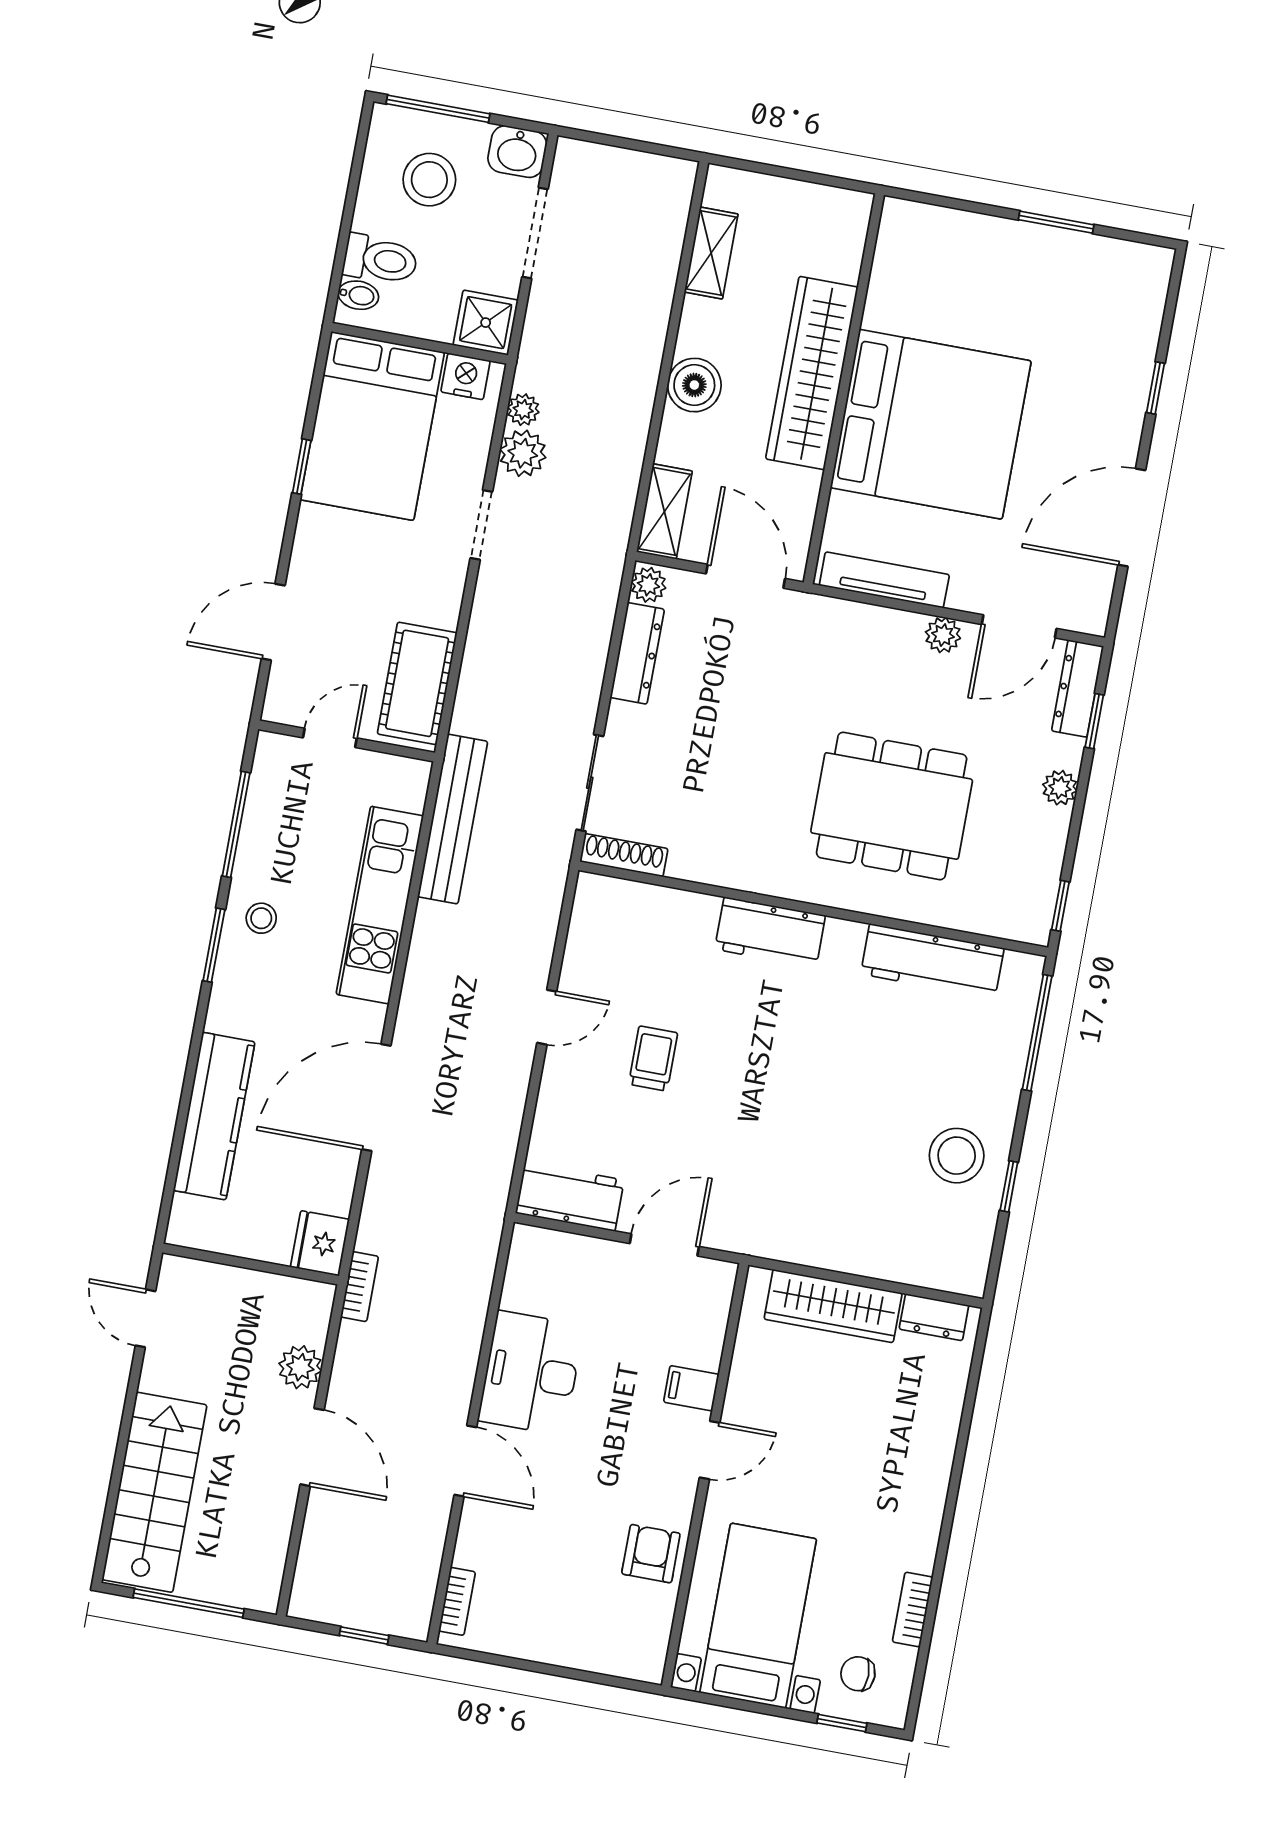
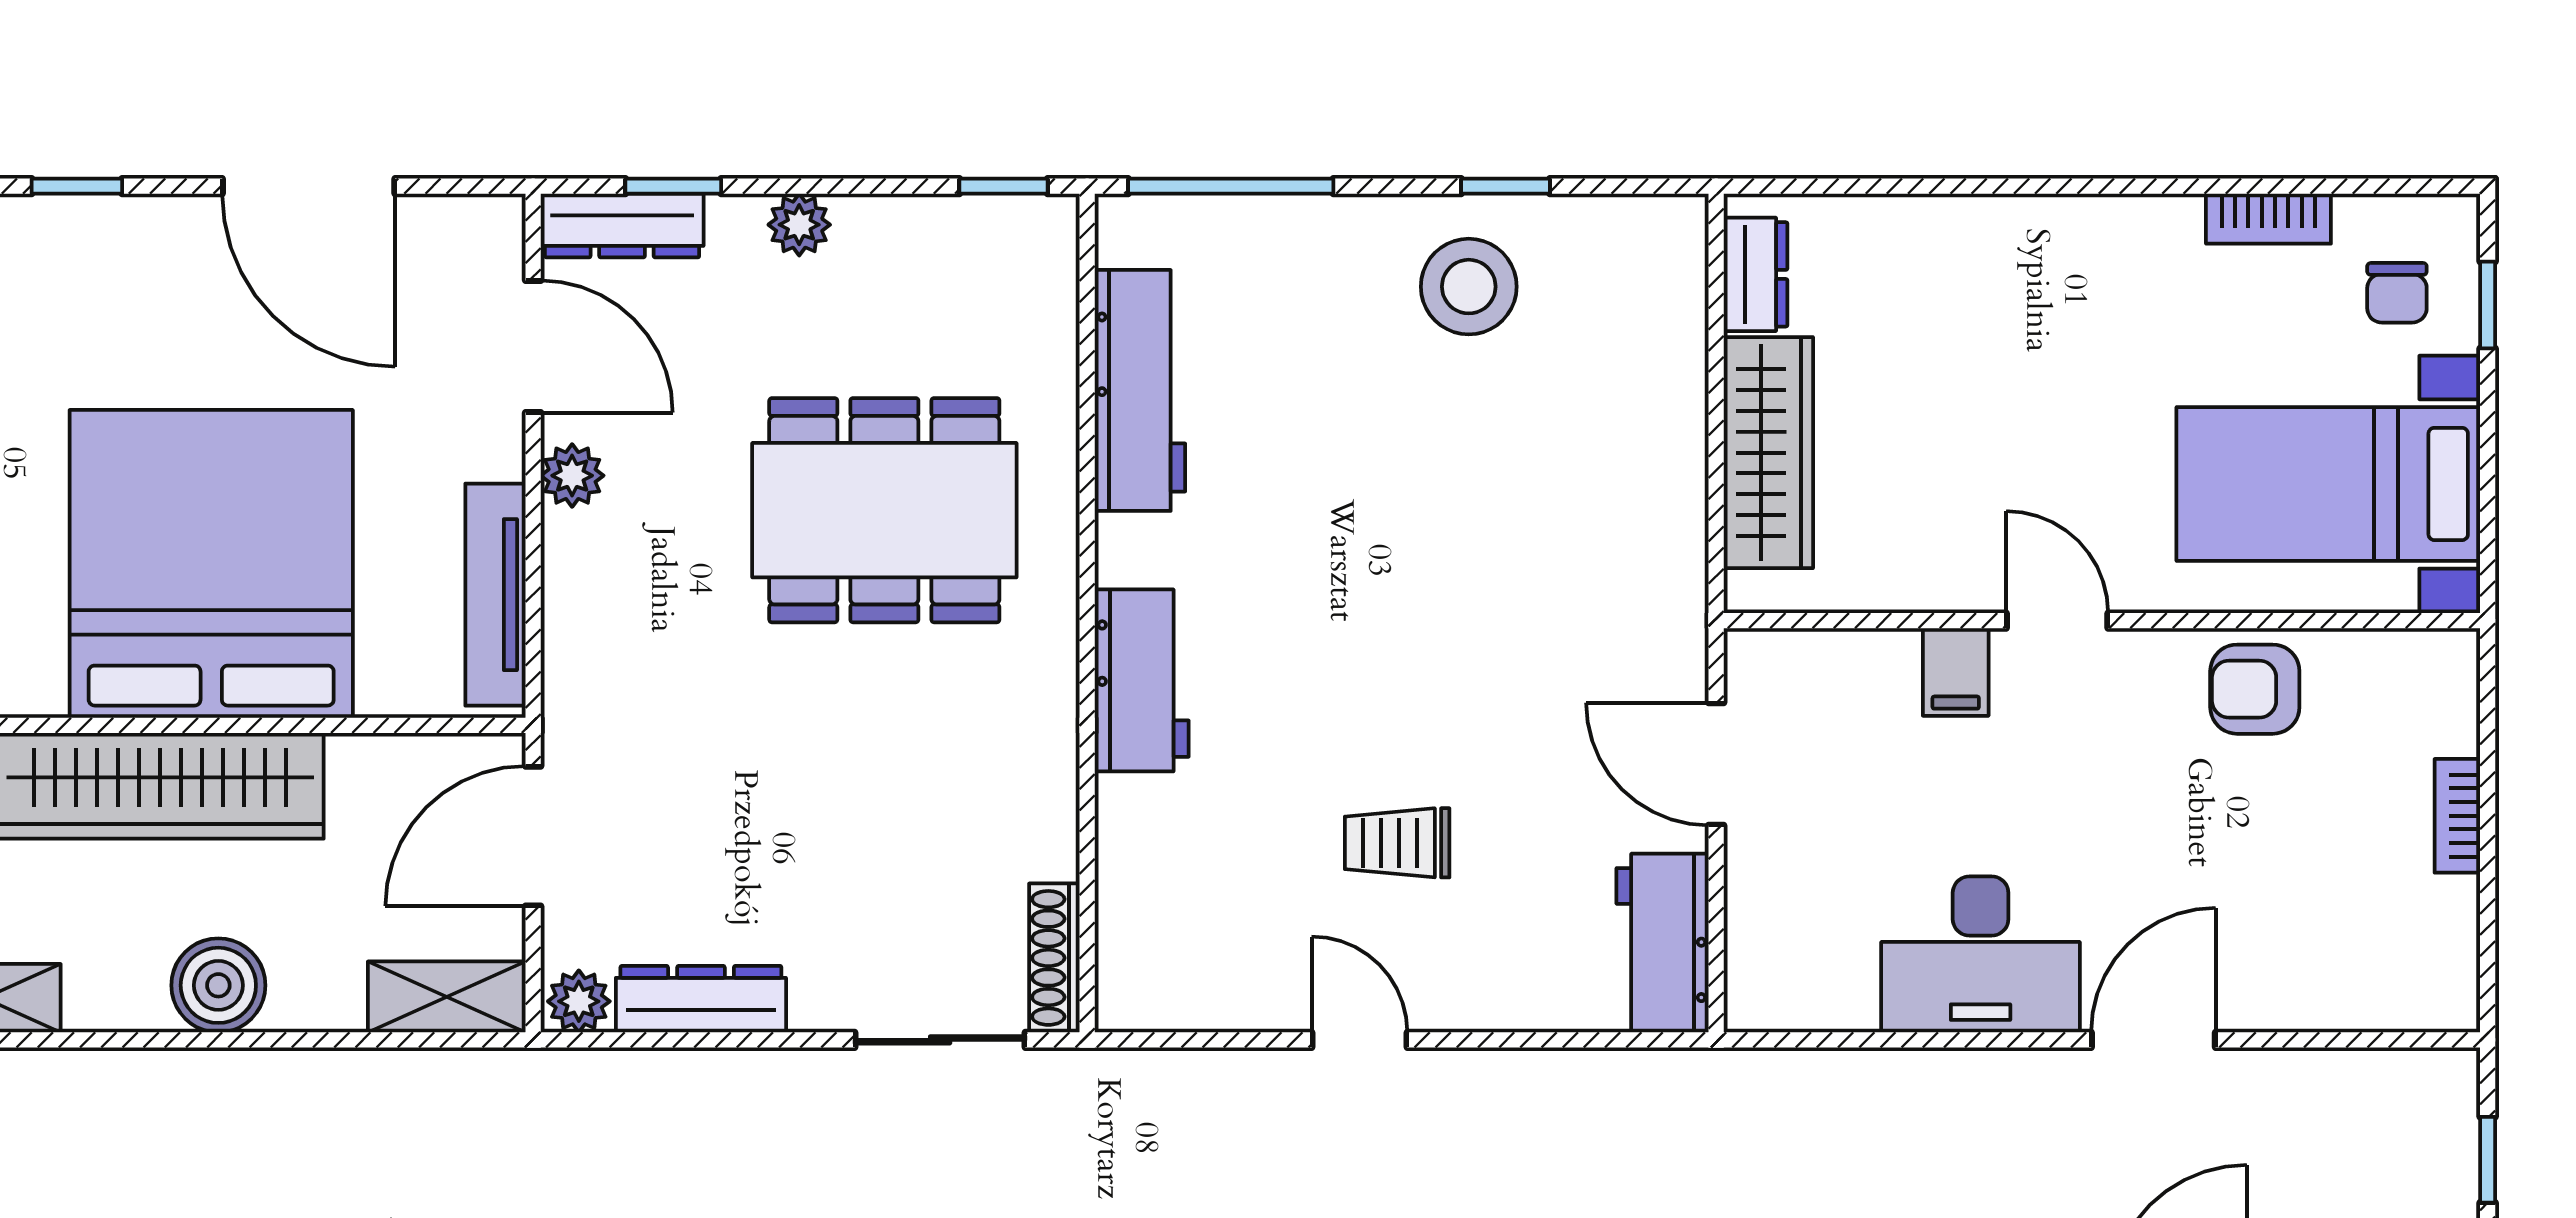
dining table: (892, 806) -> (884, 510), turned 90
bookcase: (457, 1601) -> (2457, 816), moved, turned -90

